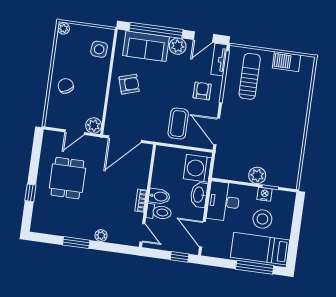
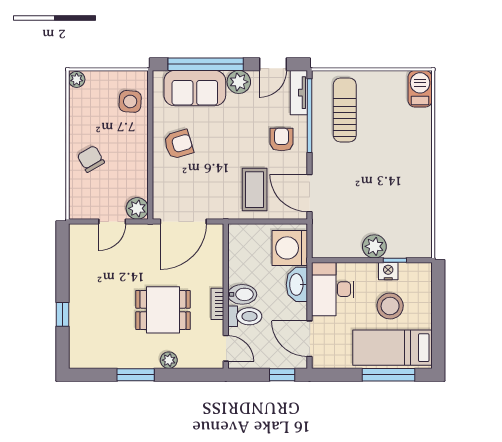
barbecue: (286, 62) -> (420, 89), moved, turned 90
dining table: (67, 178) -> (163, 310), moved, turned 90

